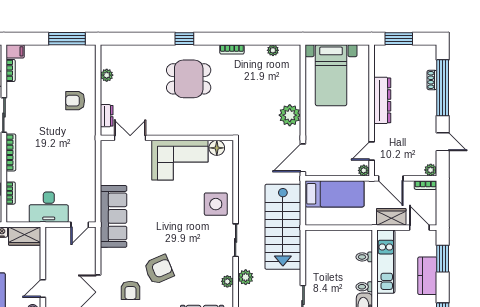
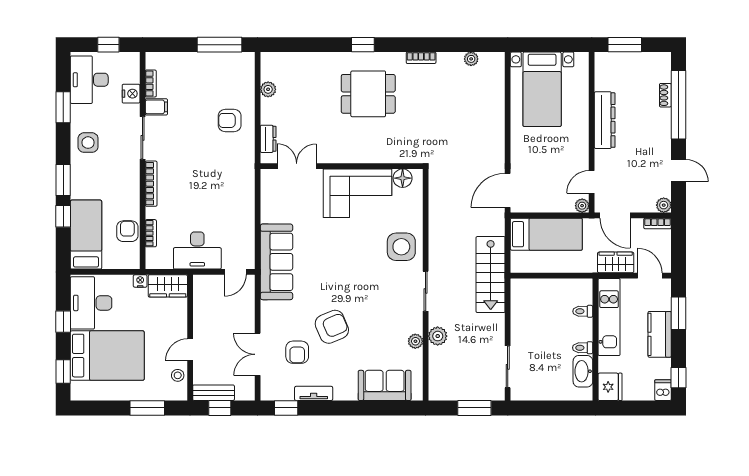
filing cabinet: (15, 51) -> (156, 107), moved
plant: (290, 115) -> (492, 138), removed
stairs: (283, 227) -> (491, 275), width x0.73, depth x0.66

